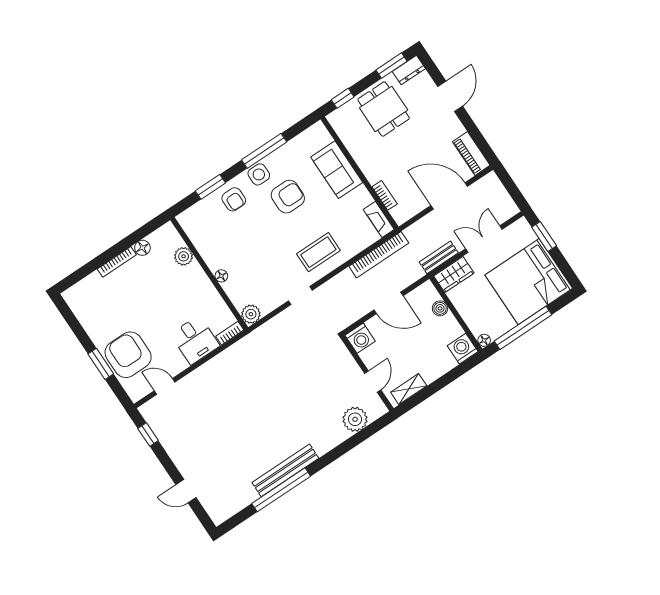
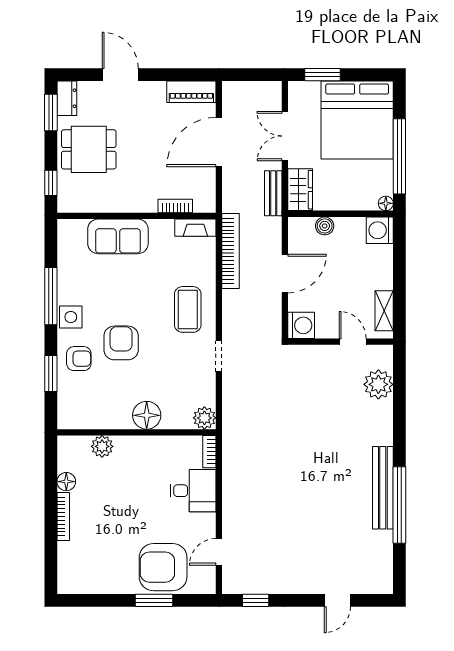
armchair: (288, 197) -> (121, 343), moved
floor lamp: (221, 276) -> (147, 415), width x1.89, depth x1.89

